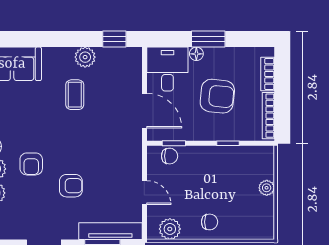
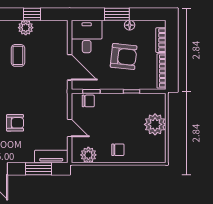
window: (114, 39) -> (32, 14), moved
floor lamp: (196, 54) -> (130, 25), moved
plant: (267, 188) -> (155, 124), width x1.88, depth x1.88
tv unit: (110, 231) -> (51, 157), width x0.71

